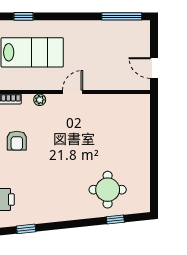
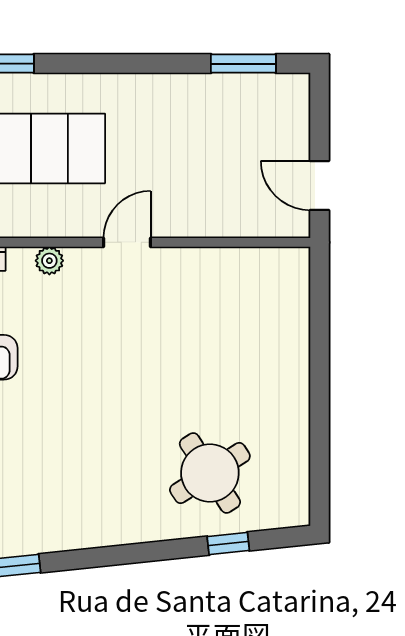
window: (122, 16) -> (243, 64), width x0.69
round table: (108, 190) -> (210, 473), turned -33

